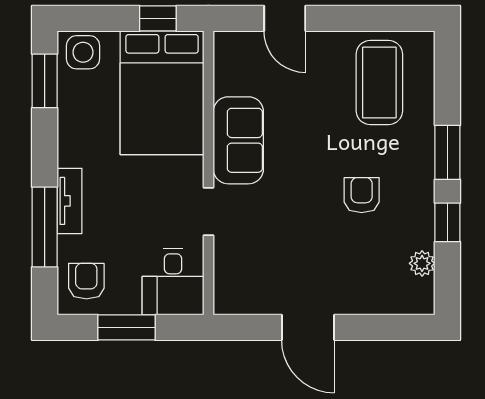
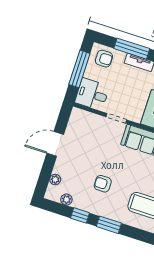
armchair: (362, 195) -> (103, 184), turned 180
plant: (386, 302) -> (55, 180), added
window: (127, 327) -> (79, 69), width x1.44

